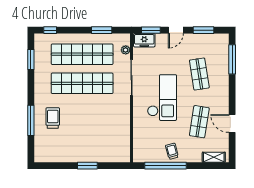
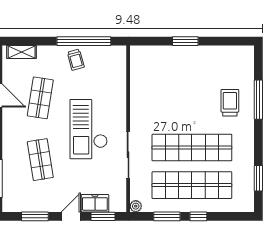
window: (50, 30) -> (198, 216), moved
freezer: (144, 40) -> (95, 203), moved
plant: (126, 50) -> (136, 206), moved
trolley: (53, 118) -> (230, 103), turned 180

